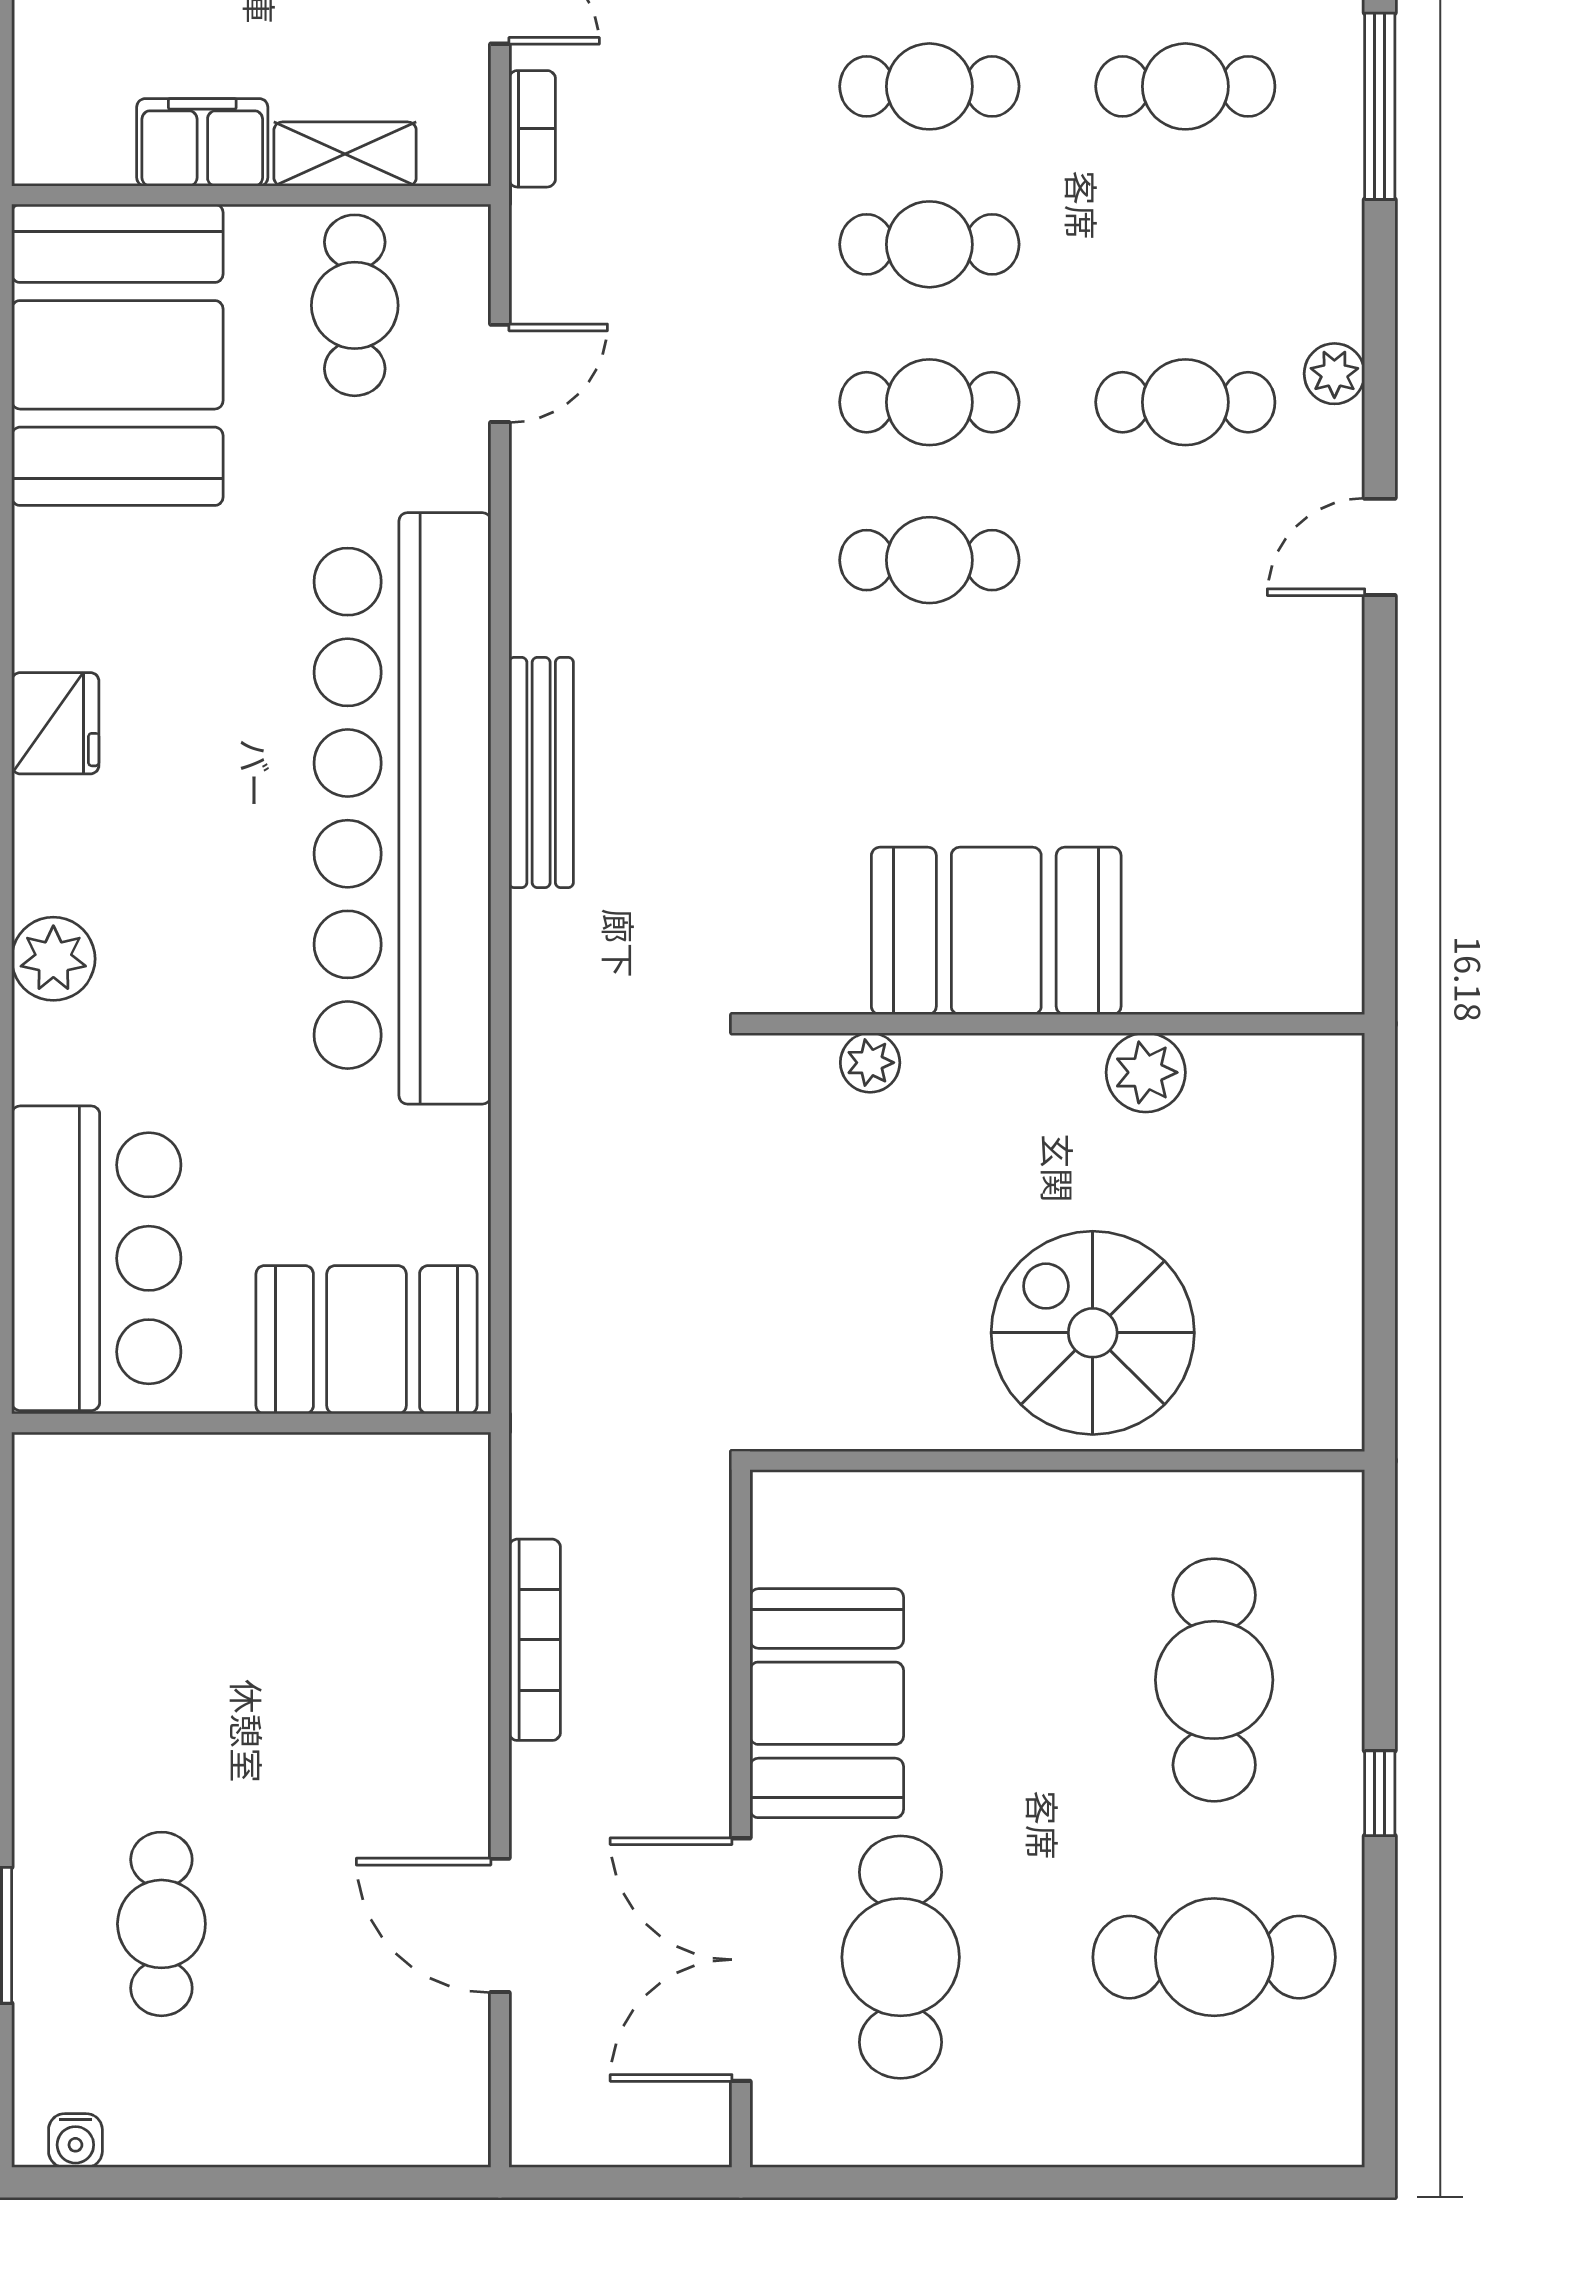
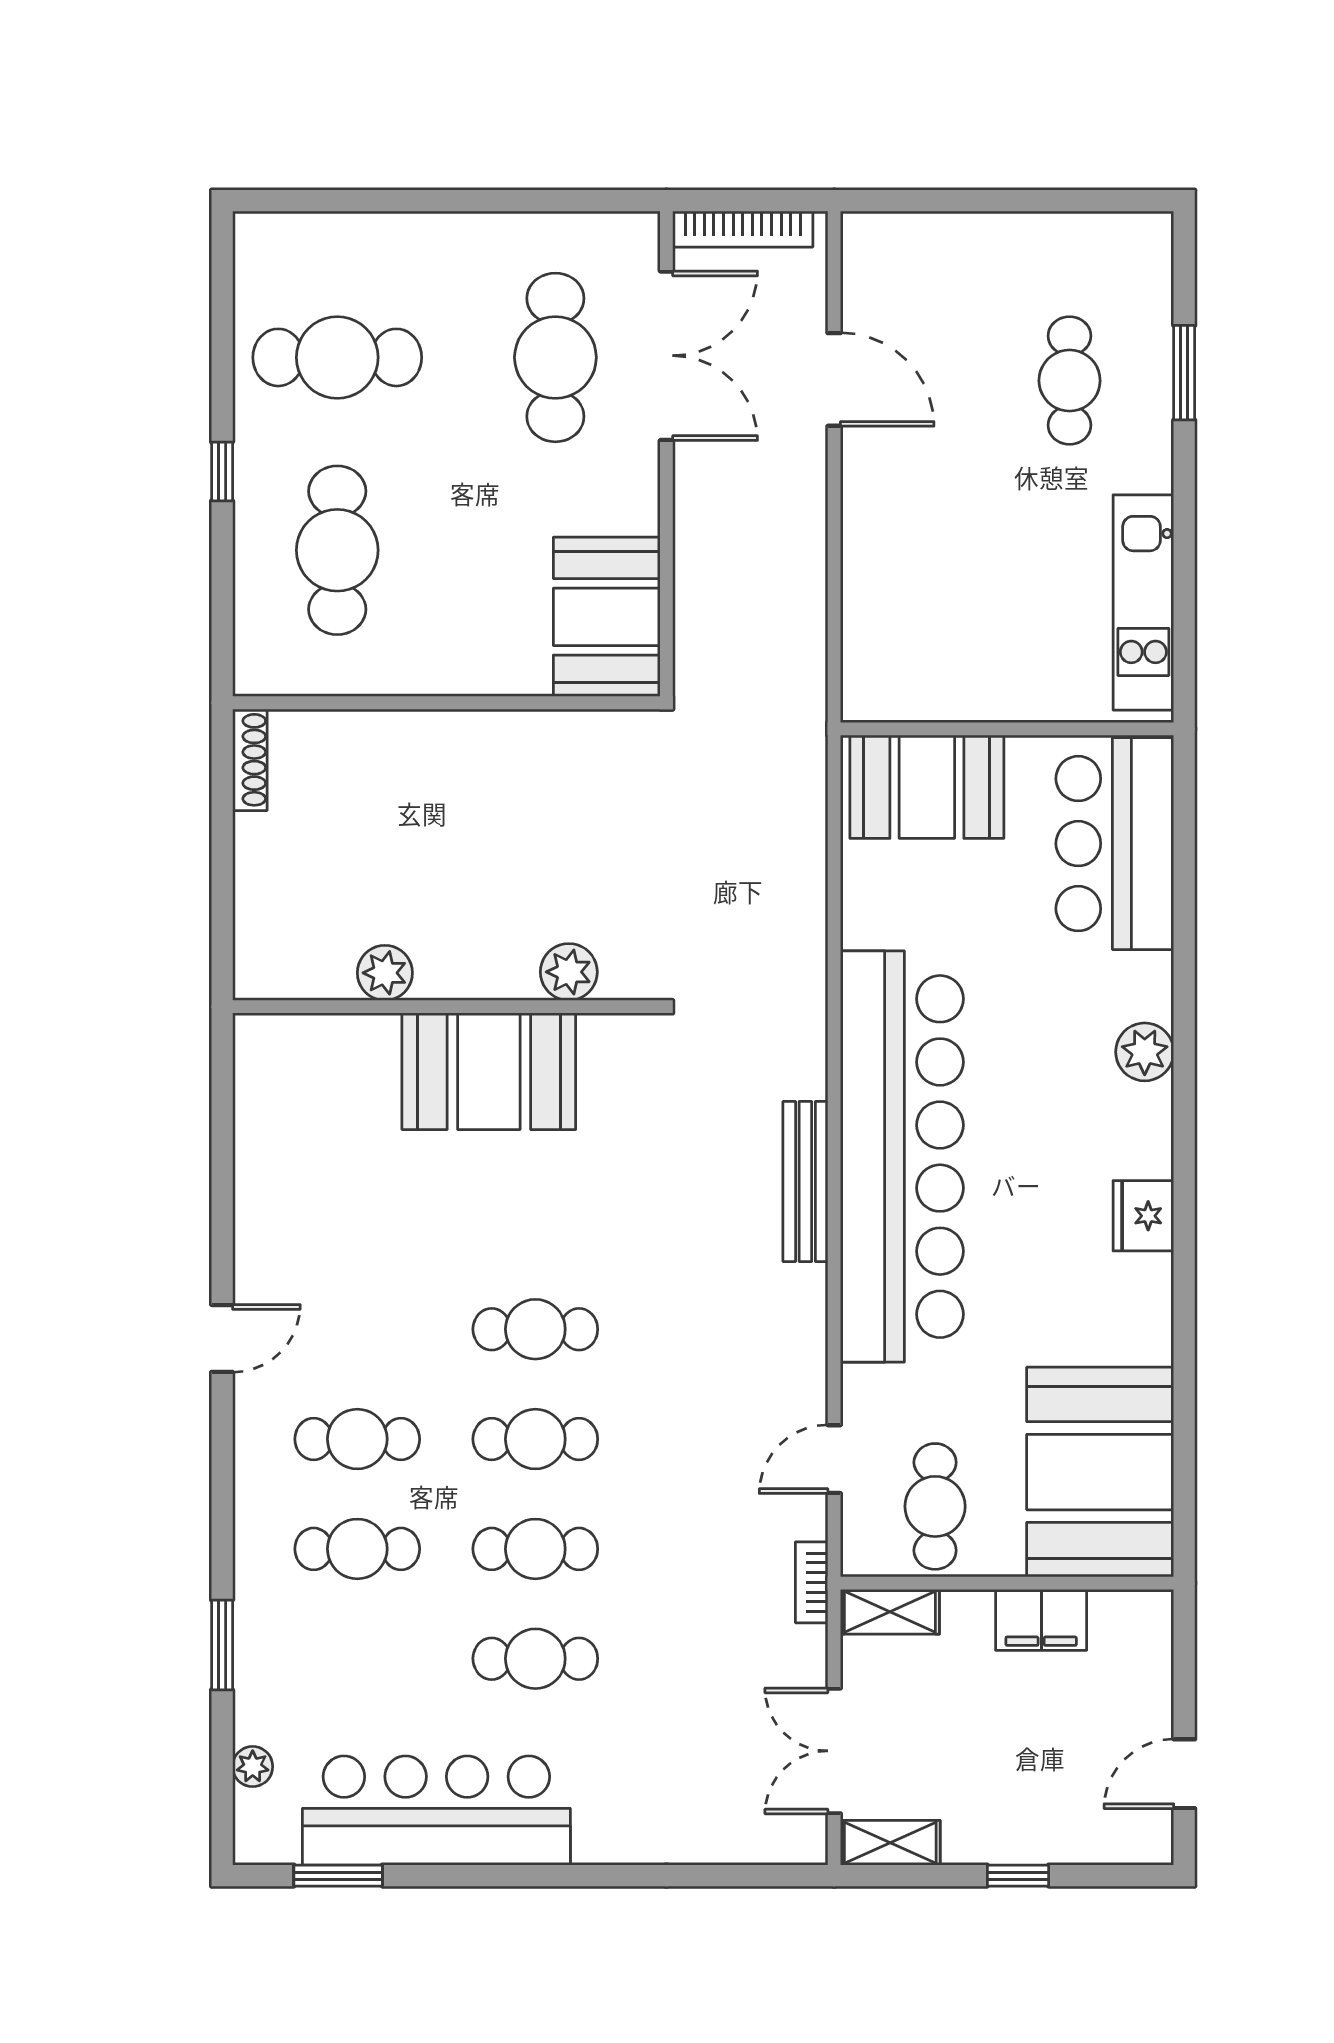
cafe table: (1185, 86) -> (357, 1549), moved
window: (1380, 106) -> (222, 1645), width x0.69
bookcase: (532, 129) -> (812, 1582), moved
shelving: (345, 154) -> (890, 1612), moved
plant: (1334, 374) -> (254, 1459), removed
plant: (870, 1063) -> (569, 972), width x1.38, depth x1.38
spiral stairs: (1093, 1333) -> (422, 792), removed
shoe rack: (1340, 1379) -> (250, 760), added
kitchen unit: (55, 1605) -> (1143, 602), added
bookcase: (535, 1640) -> (743, 229), moved, turned -90
booth: (827, 1703) -> (607, 617), moved
water cooler: (75, 2141) -> (1129, 230), removed

